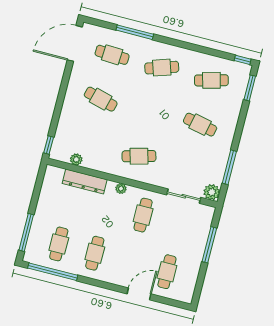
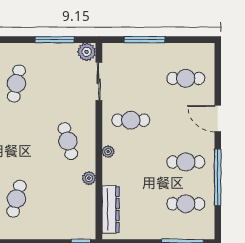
plant: (76, 159) -> (89, 178), moved
dresser: (85, 181) -> (111, 209), moved
window: (53, 272) -> (218, 177), moved
door: (139, 294) -> (218, 119), moved

